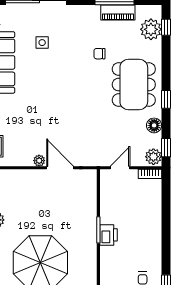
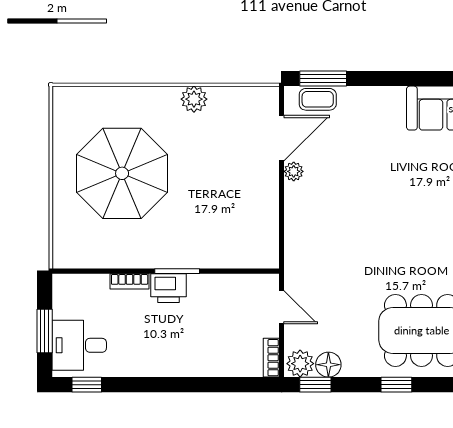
floor lamp: (154, 125) -> (328, 365), moved
door: (60, 168) -> (282, 138), moved
bookcase: (105, 258) -> (130, 281), added

